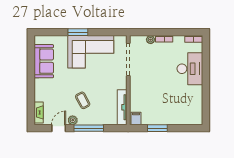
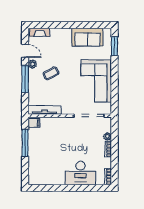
window: (78, 32) -> (114, 46), moved
window: (157, 128) -> (25, 143), width x1.44

